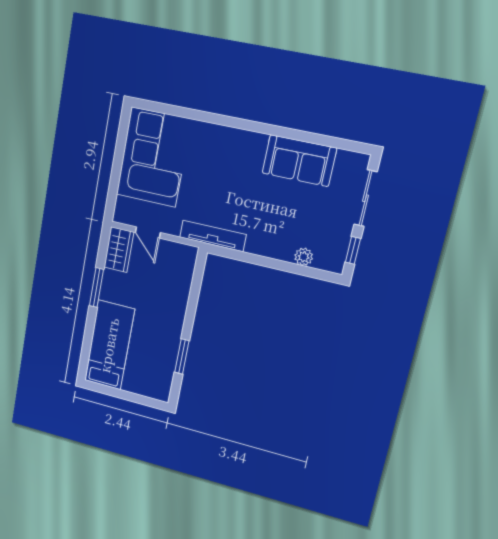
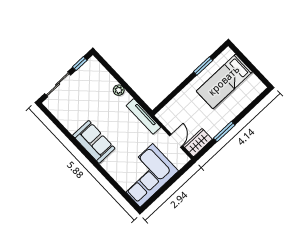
sofa: (299, 161) -> (94, 142), moved
plant: (304, 257) -> (119, 90), moved
bed: (109, 345) -> (224, 81), moved

